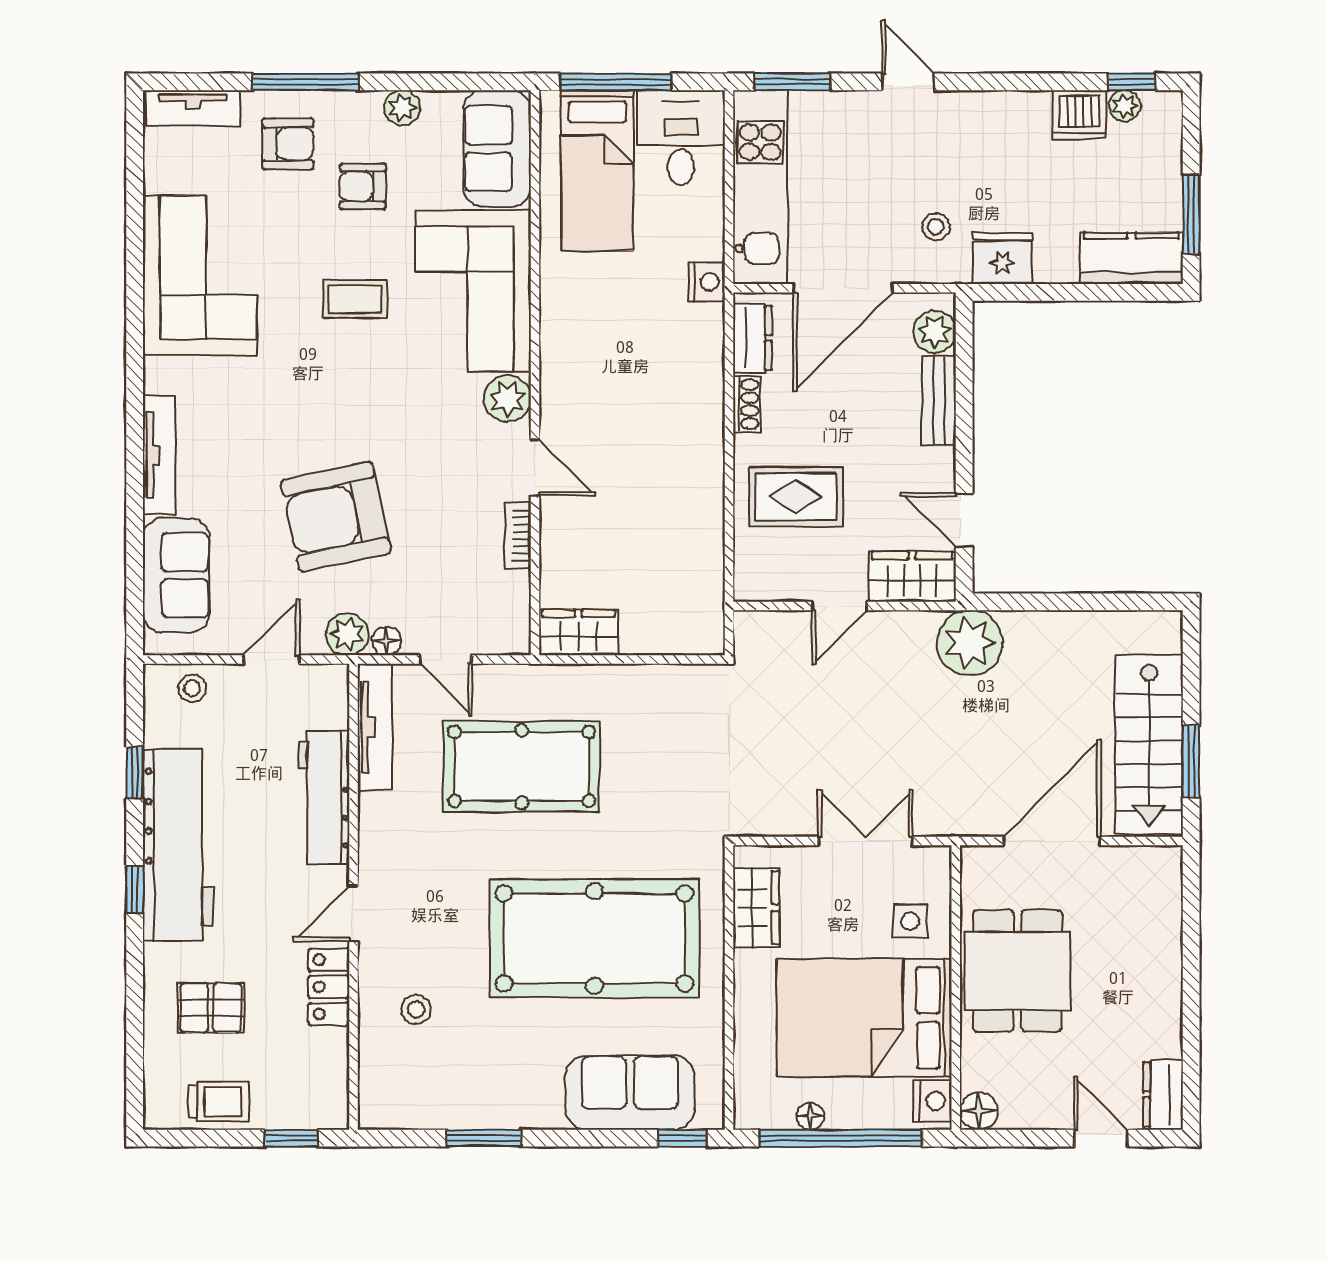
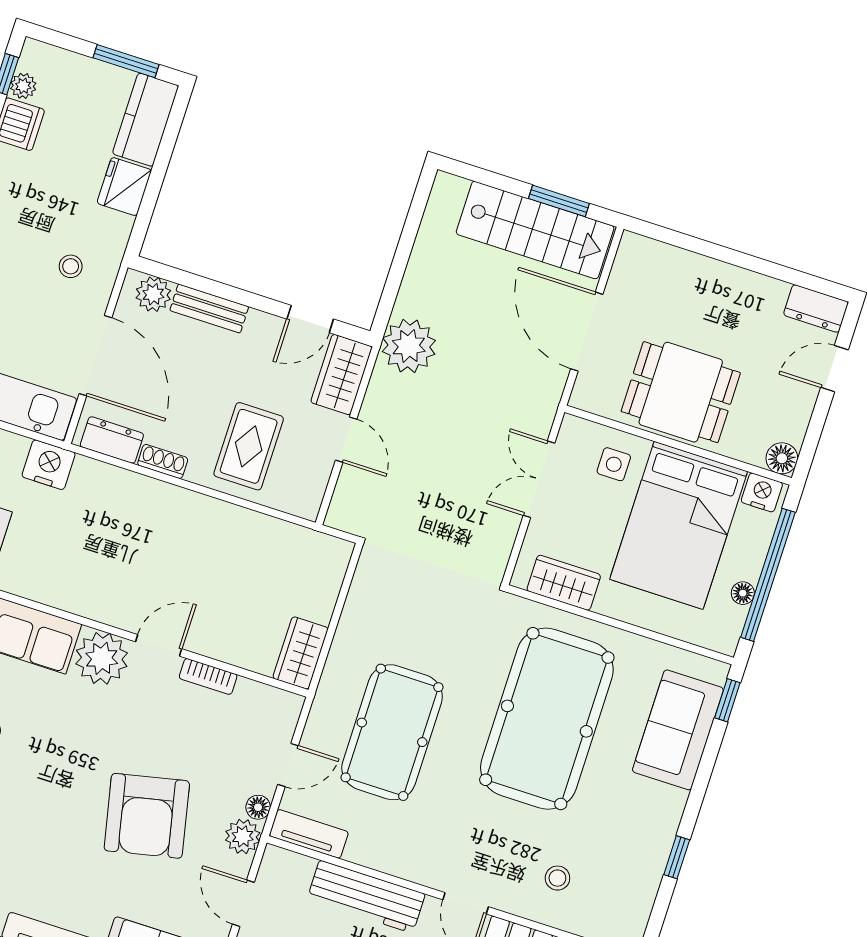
fridge: (1002, 259) -> (124, 187), moved
nightstand: (707, 282) -> (49, 465), width x1.36, depth x1.33
plant: (507, 399) -> (102, 658), width x1.36, depth x1.36
tv unit: (375, 727) -> (309, 834), width x0.71
window: (484, 1138) -> (677, 857), width x0.67

